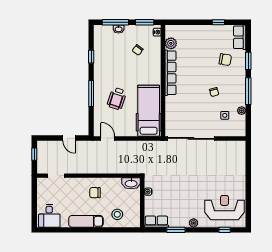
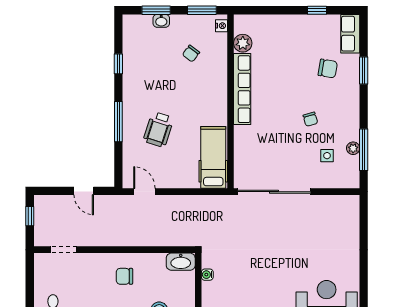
window: (115, 22) -> (156, 10), width x0.69
window: (248, 91) -> (364, 150), moved
hospital bed: (149, 111) -> (213, 157), width x0.73, depth x0.78

